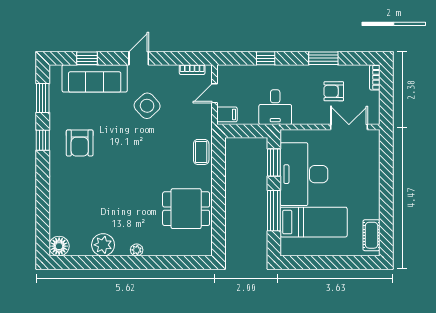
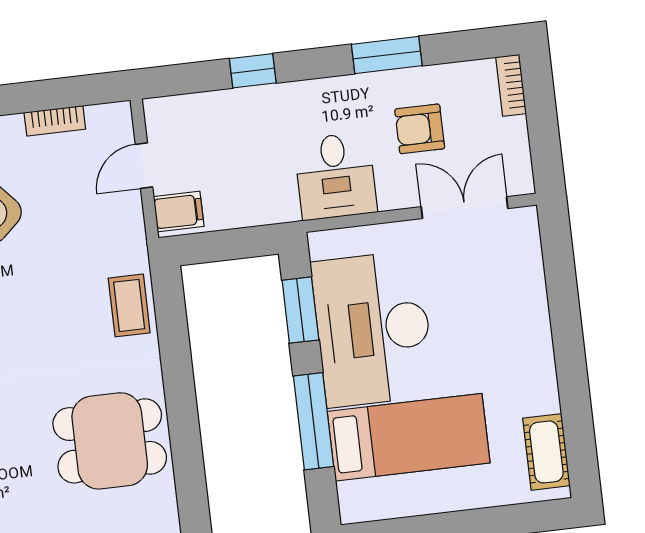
bookcase: (192, 70) -> (55, 121), moved
desk: (275, 107) -> (335, 176), moved

